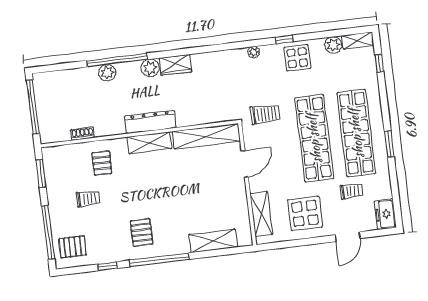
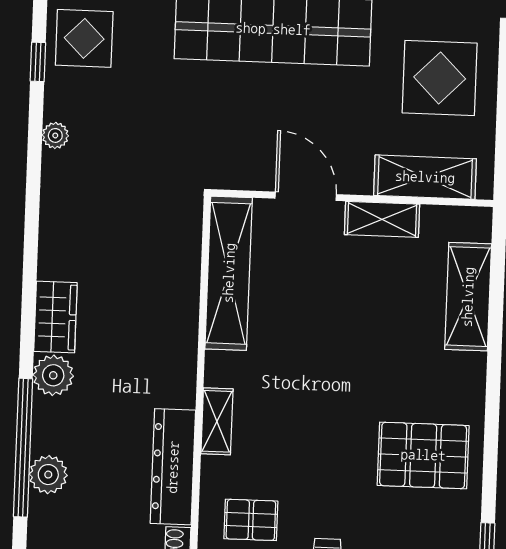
trolley: (265, 114) -> (200, 132), removed
dresser: (150, 122) -> (173, 467), moved
shelving: (149, 143) -> (217, 421), width x0.67, depth x0.75
shelving: (240, 198) -> (382, 219), added
pallet: (142, 233) -> (423, 455), width x1.50, depth x1.42
window: (159, 260) -> (492, 426), removed

